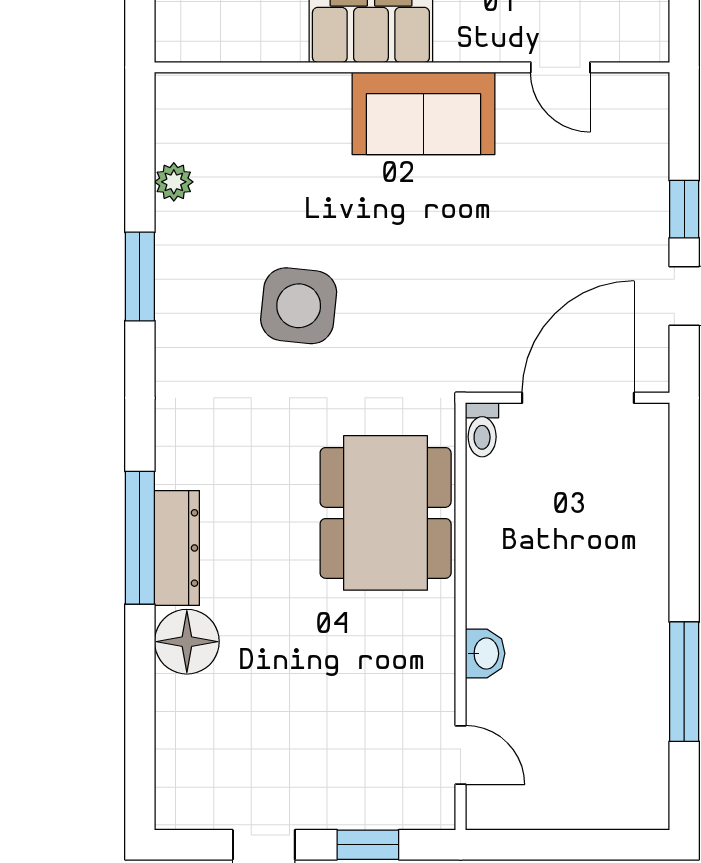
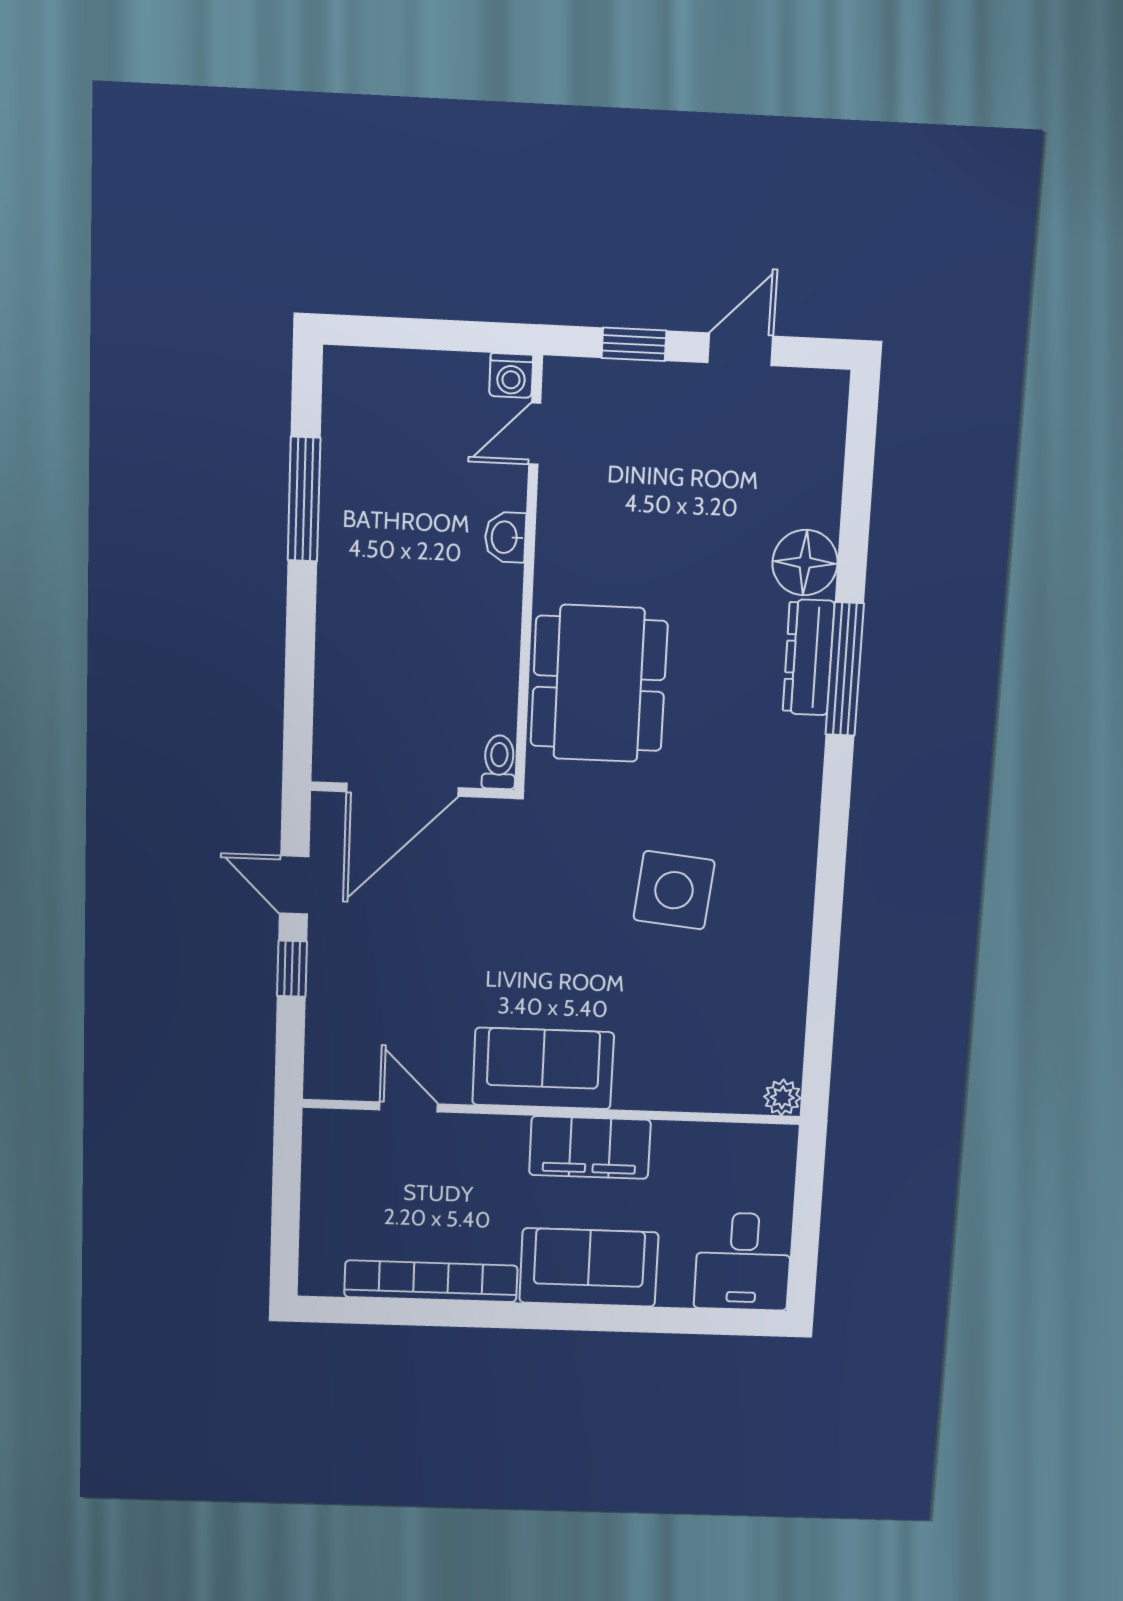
plant: (174, 182) -> (782, 1097), moved
window: (140, 276) -> (827, 924), removed
door: (461, 755) -> (535, 434), hinge flipped
washing machine: (486, 810) -> (511, 375), added

